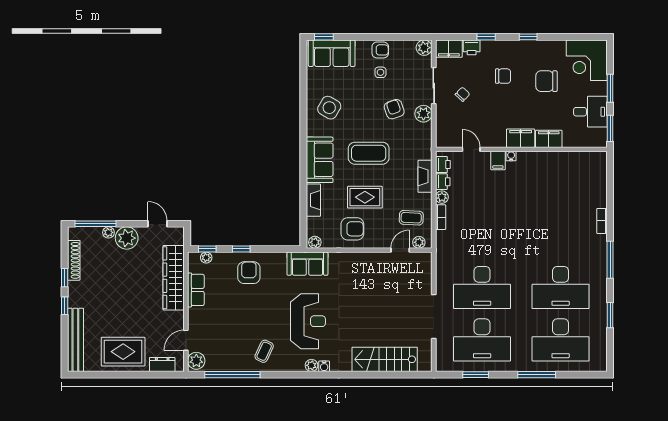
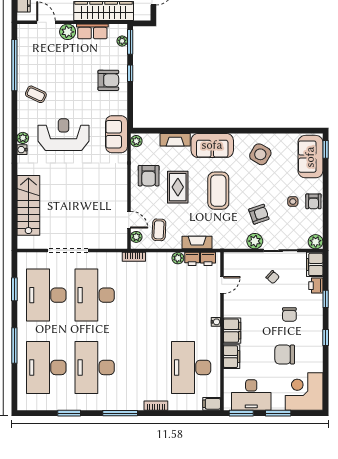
chair: (547, 81) -> (285, 355), turned -90
desk: (590, 112) -> (251, 395), width x1.37
filing cabinet: (498, 160) -> (212, 404), moved
desk: (561, 183) -> (191, 367), added
bookcase: (441, 217) -> (134, 257), moved
window: (207, 249) -> (130, 42), width x1.50
reception desk: (308, 321) -> (64, 135), turned 180
plant: (196, 361) -> (68, 32), moved

